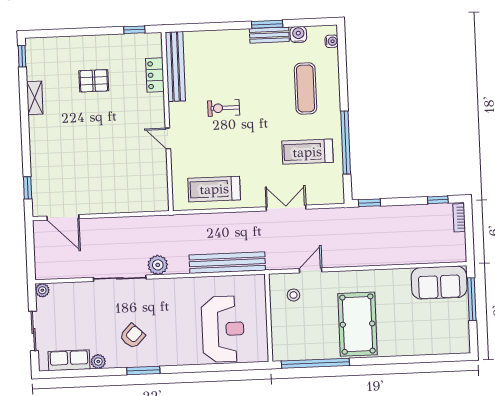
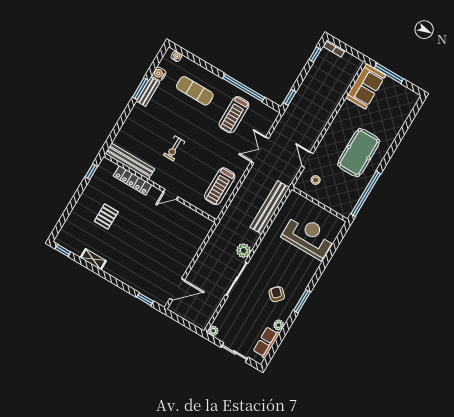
locker: (155, 75) -> (133, 180), width x1.53
pool table: (357, 324) -> (359, 153), turned 90

